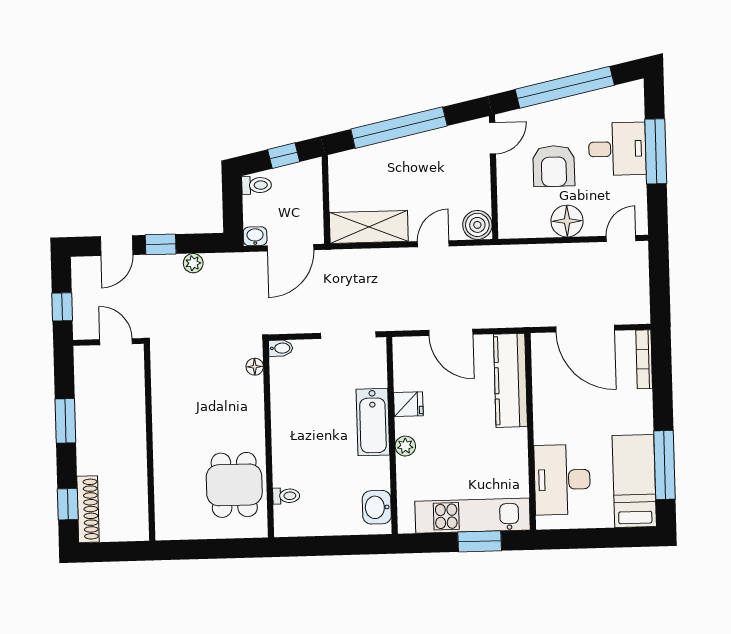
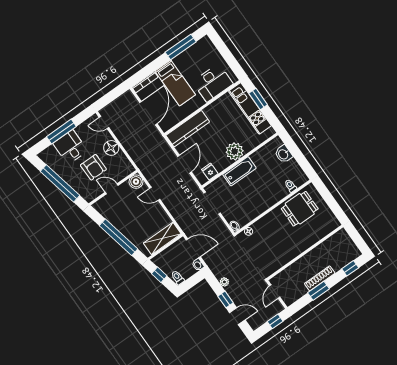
door: (493, 138) -> (112, 189), moved
armchair: (554, 166) -> (93, 167), turned 90
shelving: (369, 227) -> (162, 238), moved, turned 90
fridge: (408, 404) -> (210, 172), moved
plant: (405, 446) -> (235, 151), width x1.88, depth x1.88
bed: (634, 481) -> (175, 83), moved, turned -90
washbasin: (377, 507) -> (283, 154), moved, turned 90
shoe rack: (88, 509) -> (320, 278), moved

